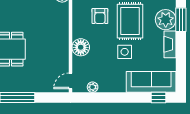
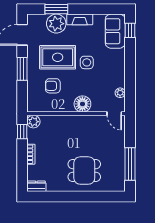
armchair: (100, 16) -> (53, 86), turned 180
sofa: (151, 82) -> (115, 31), width x0.73

